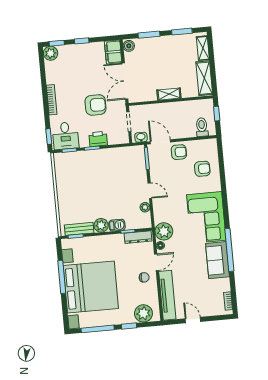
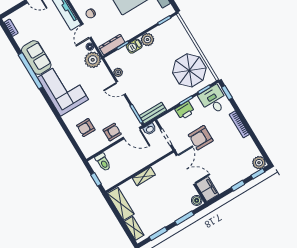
armchair: (179, 152) -> (112, 132), turned 180
parasol: (75, 176) -> (189, 70), added
bench: (79, 229) -> (153, 113), moved

